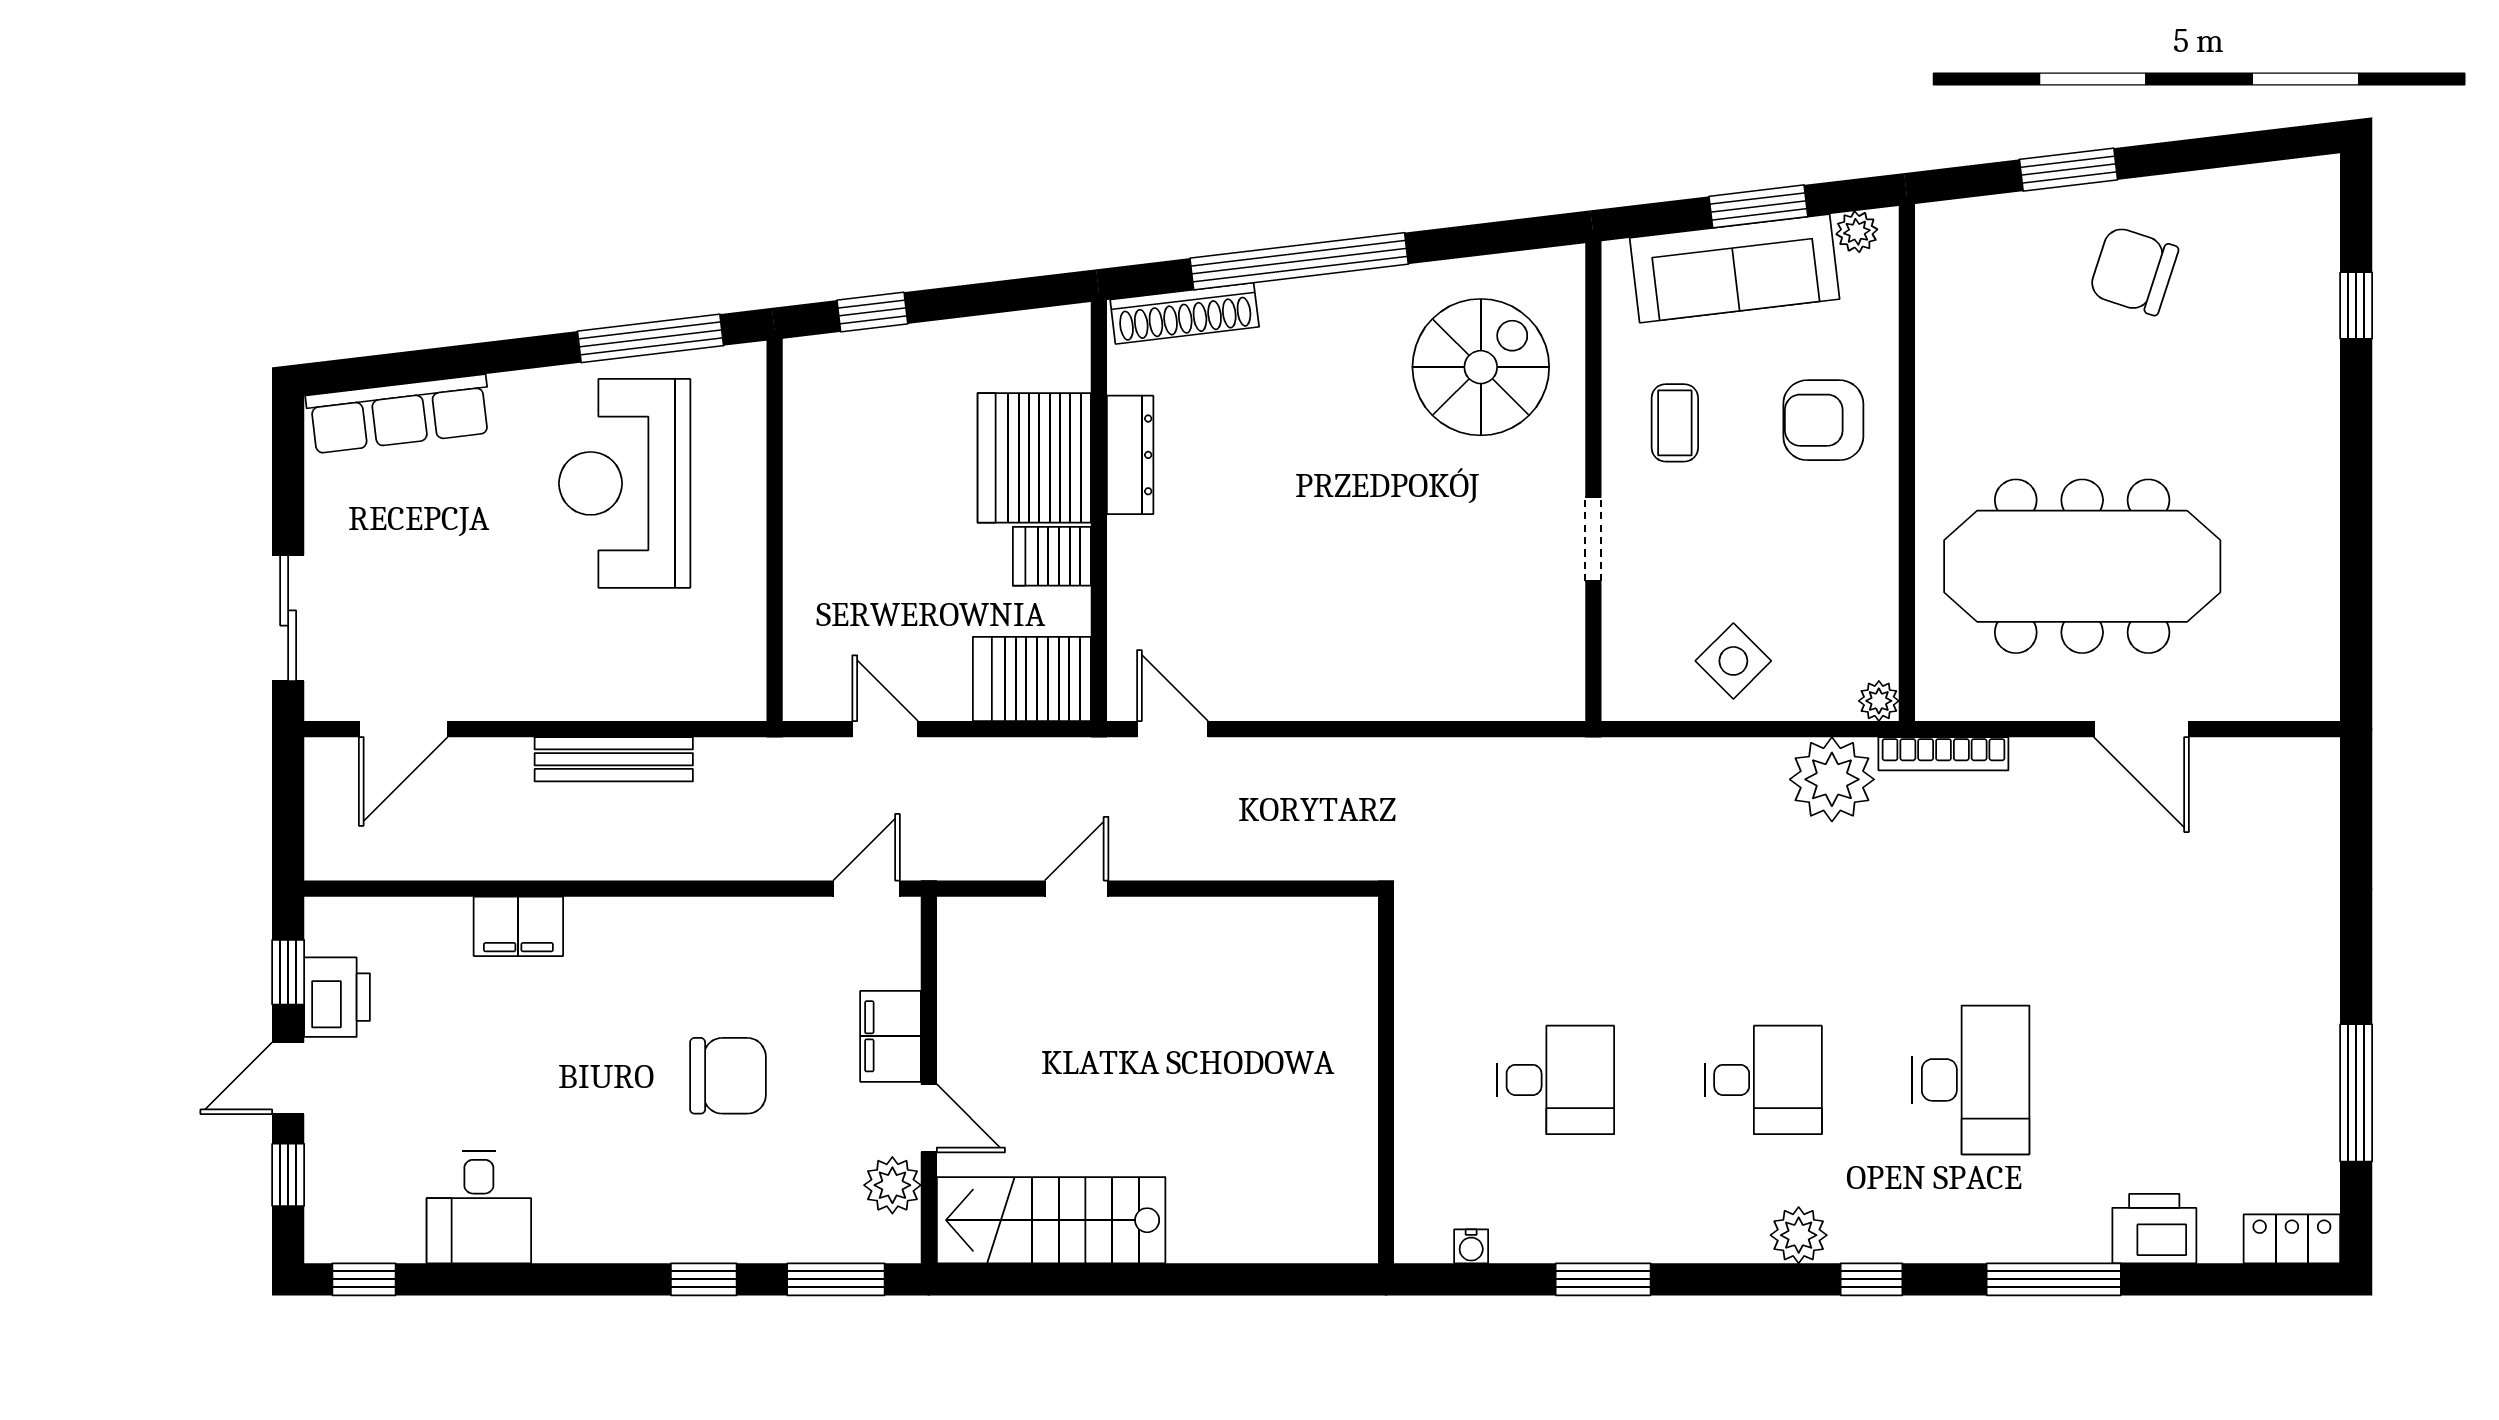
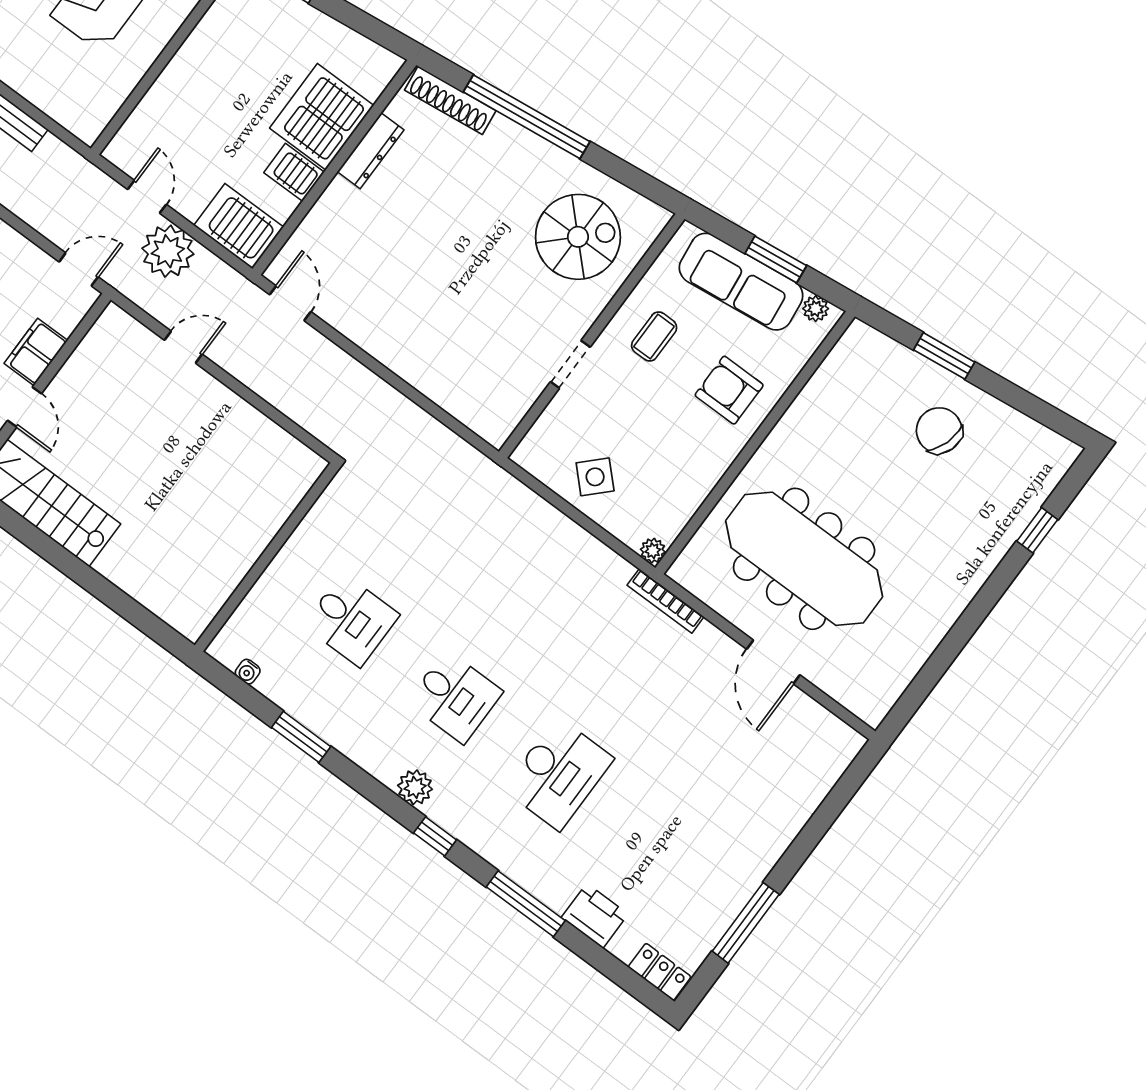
plant: (1832, 779) -> (168, 251), moved

